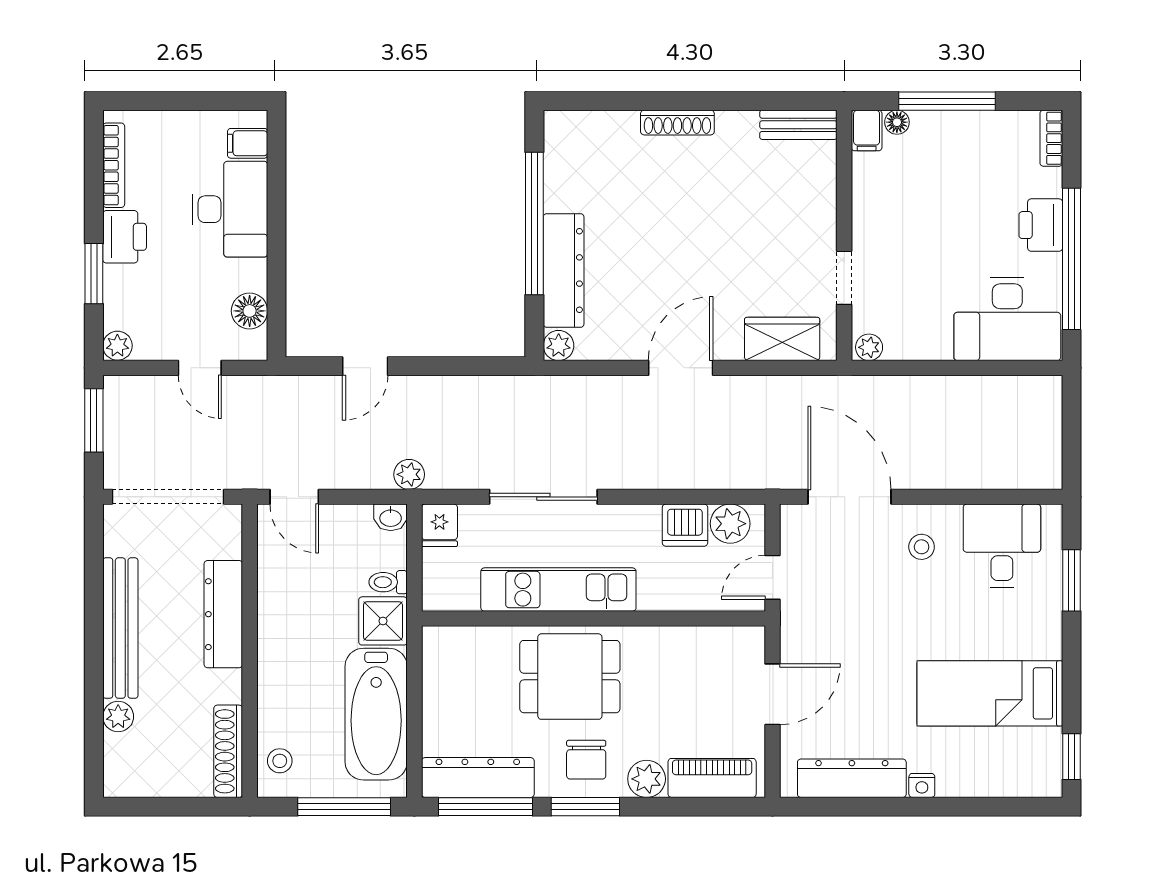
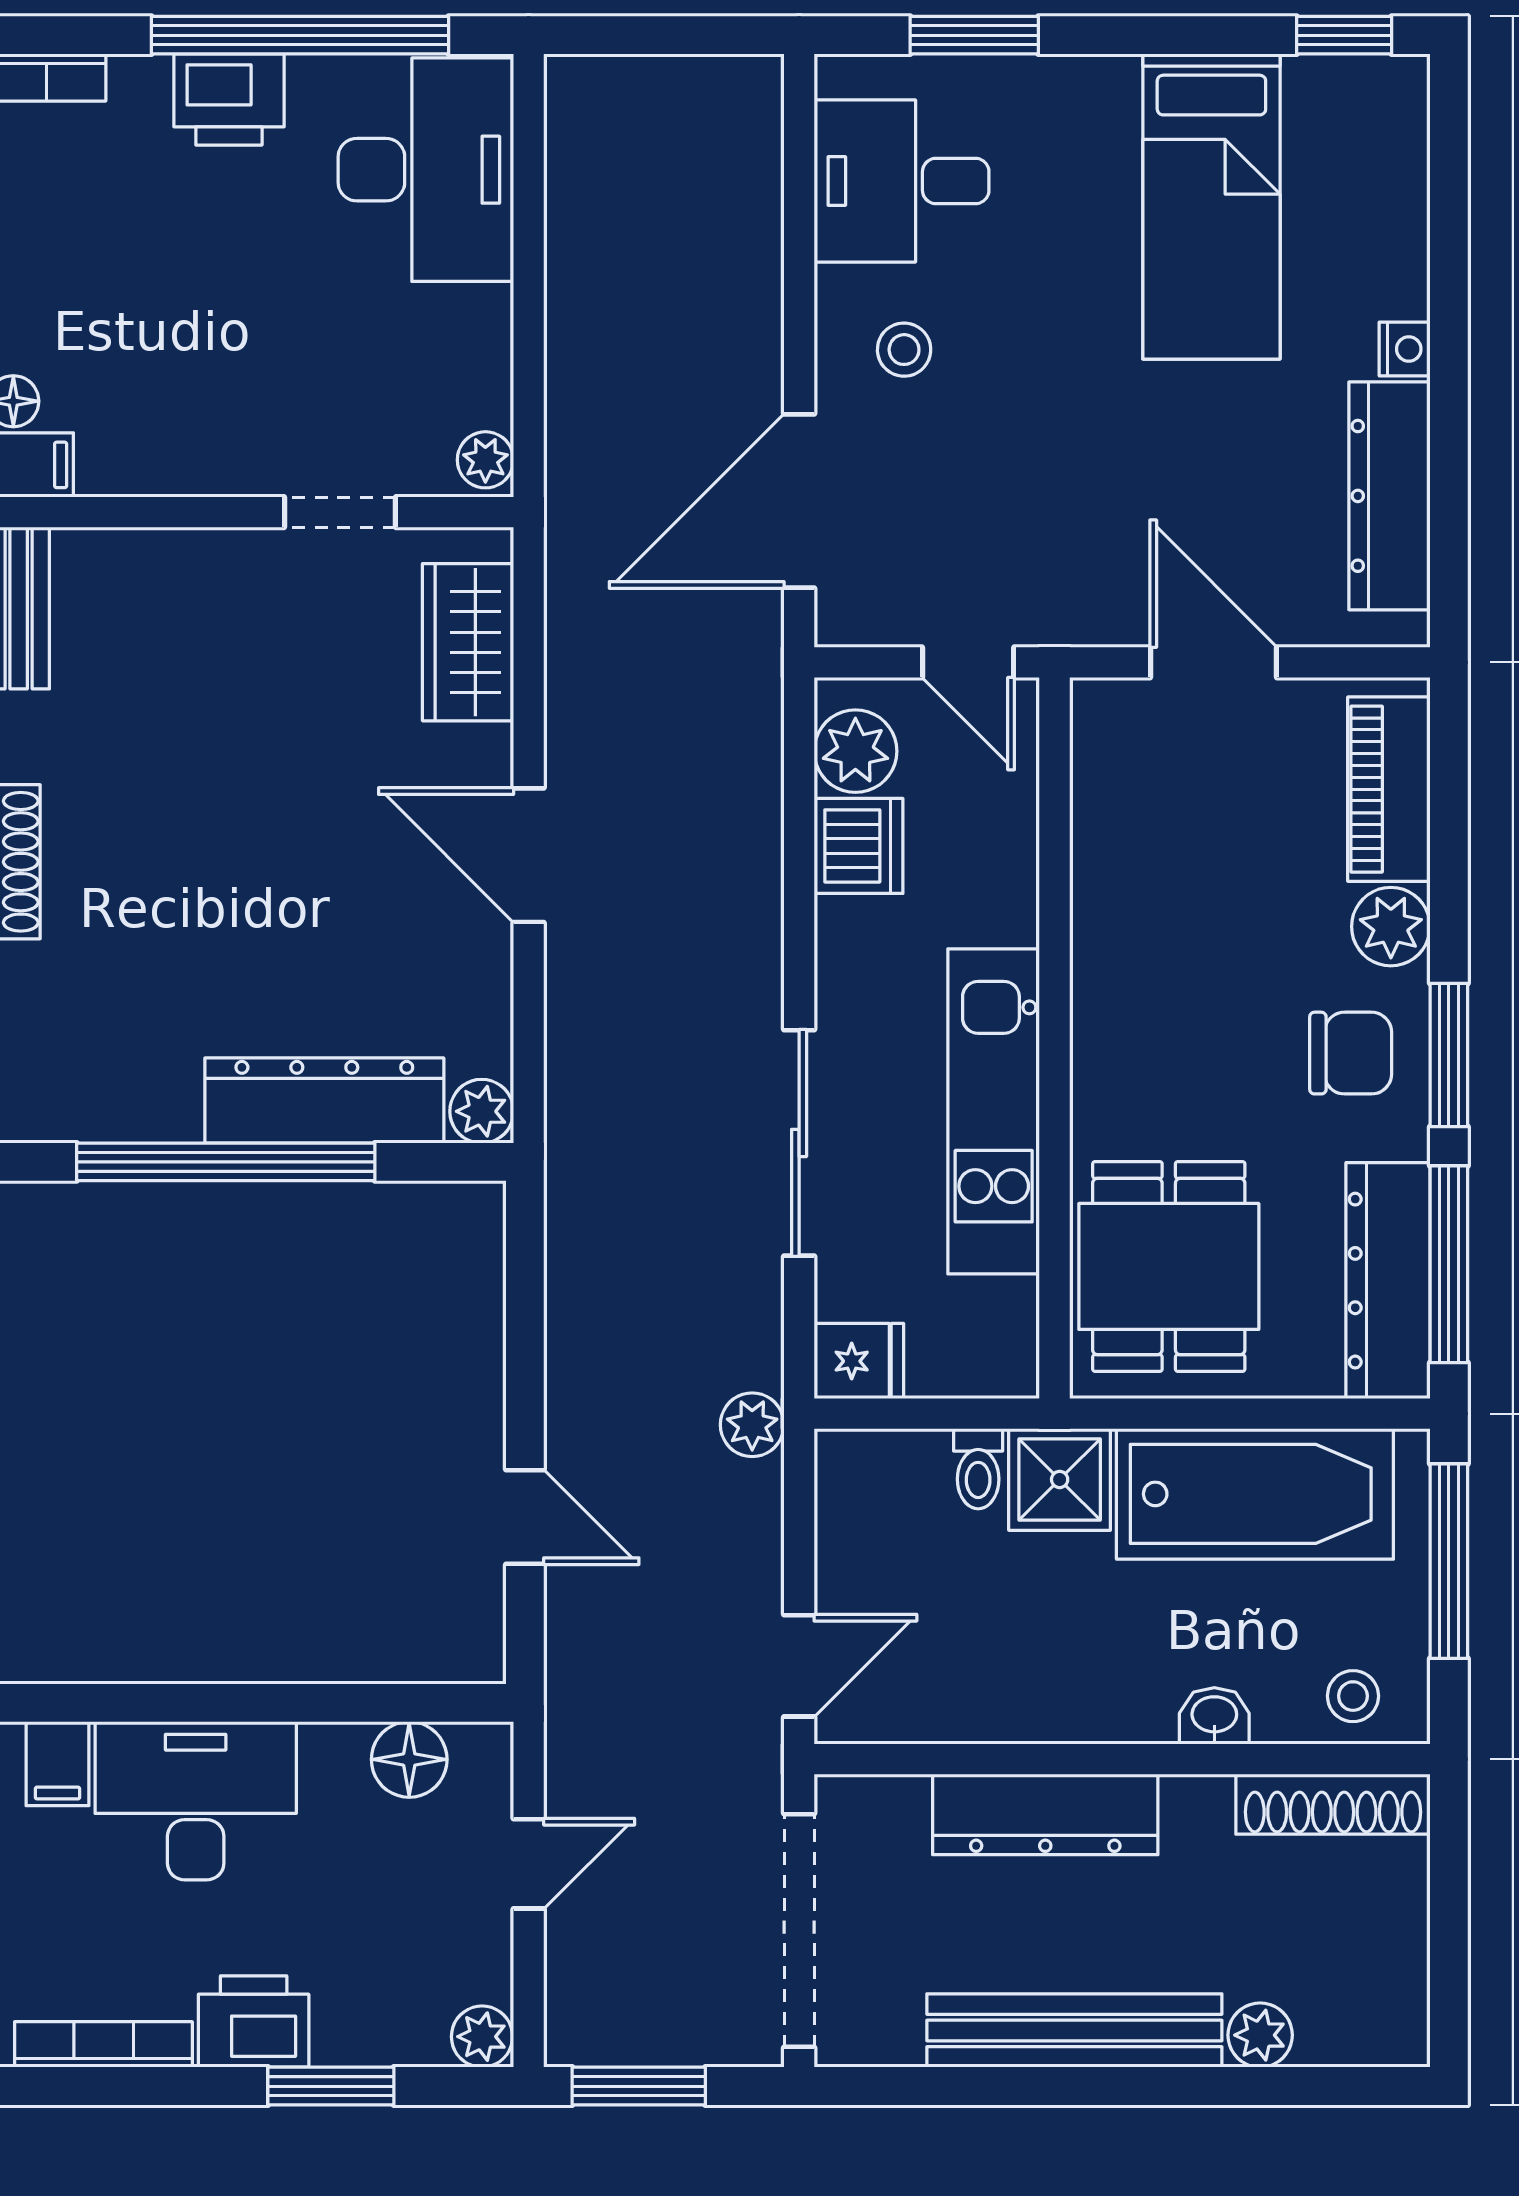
washbasin: (391, 517) -> (1214, 1716), moved, turned -90
dining table: (570, 677) -> (1169, 1266), moved

